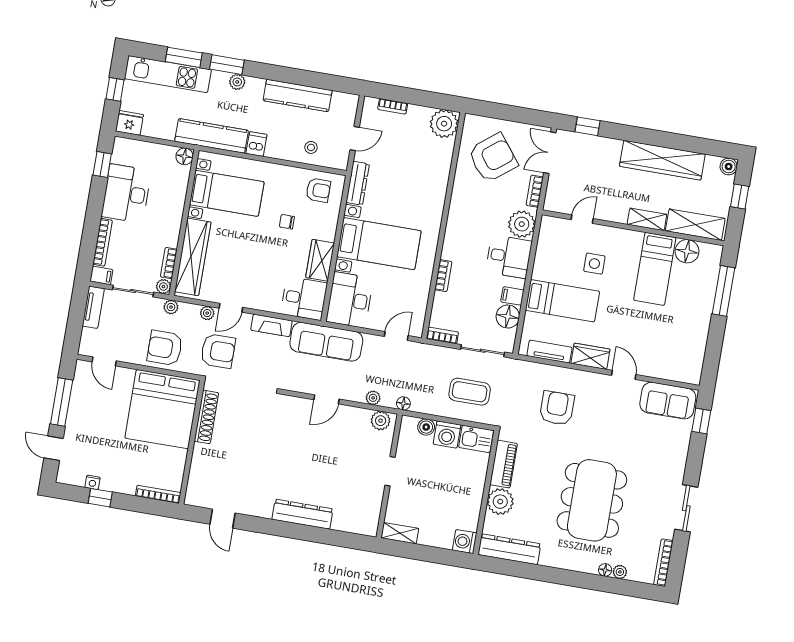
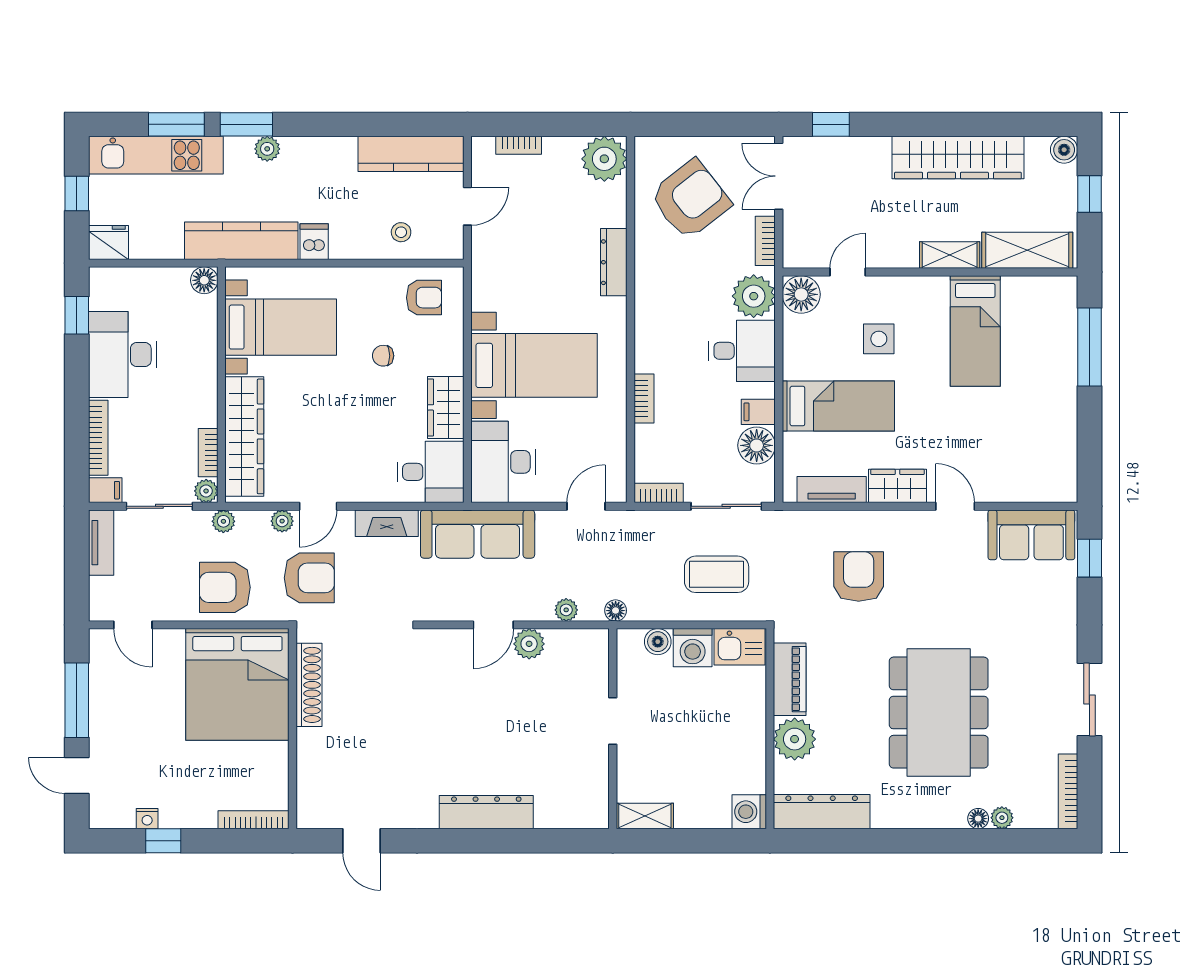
kitchen counter: (298, 95) -> (411, 154), moved
dresser: (358, 183) -> (614, 262), moved, turned 180
floor lamp: (687, 251) -> (801, 294), moved
plant: (381, 421) -> (529, 644), moved

